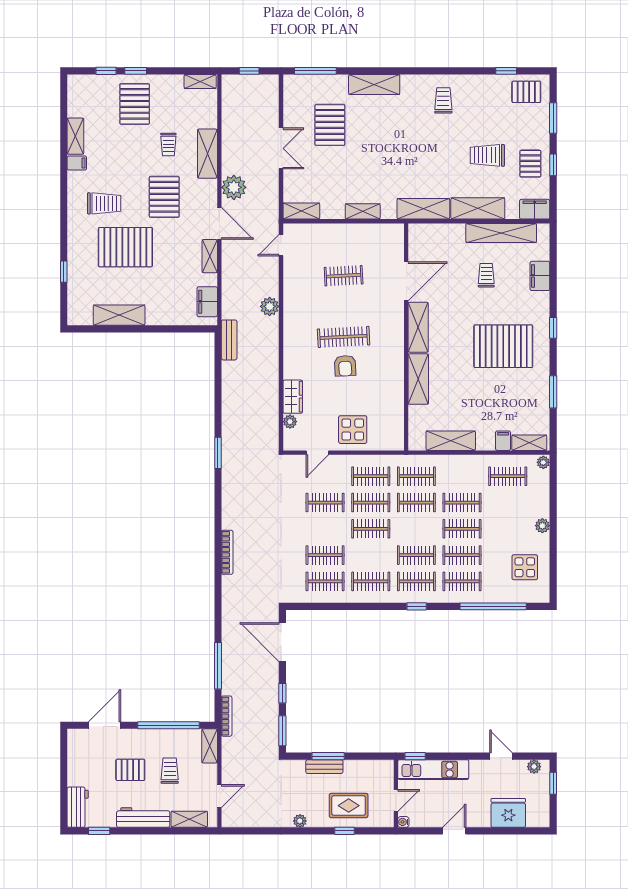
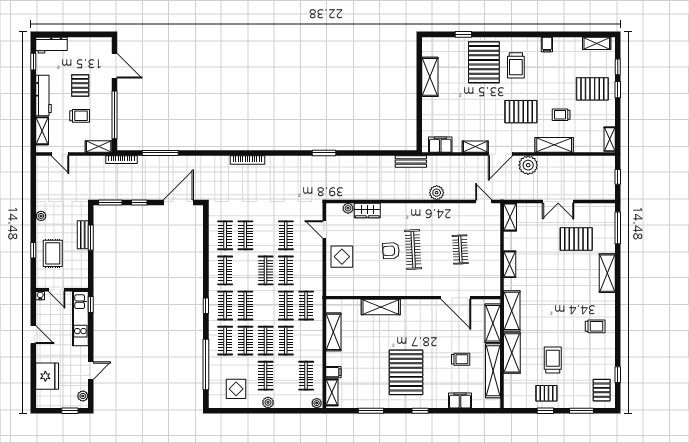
shelving: (75, 136) -> (597, 43), moved
filing cabinet: (535, 209) -> (511, 396), removed
pallet: (125, 247) -> (484, 62), moved
shelving: (418, 327) -> (493, 323), moved, turned 90
clothes rail: (371, 476) -> (266, 376), moved

